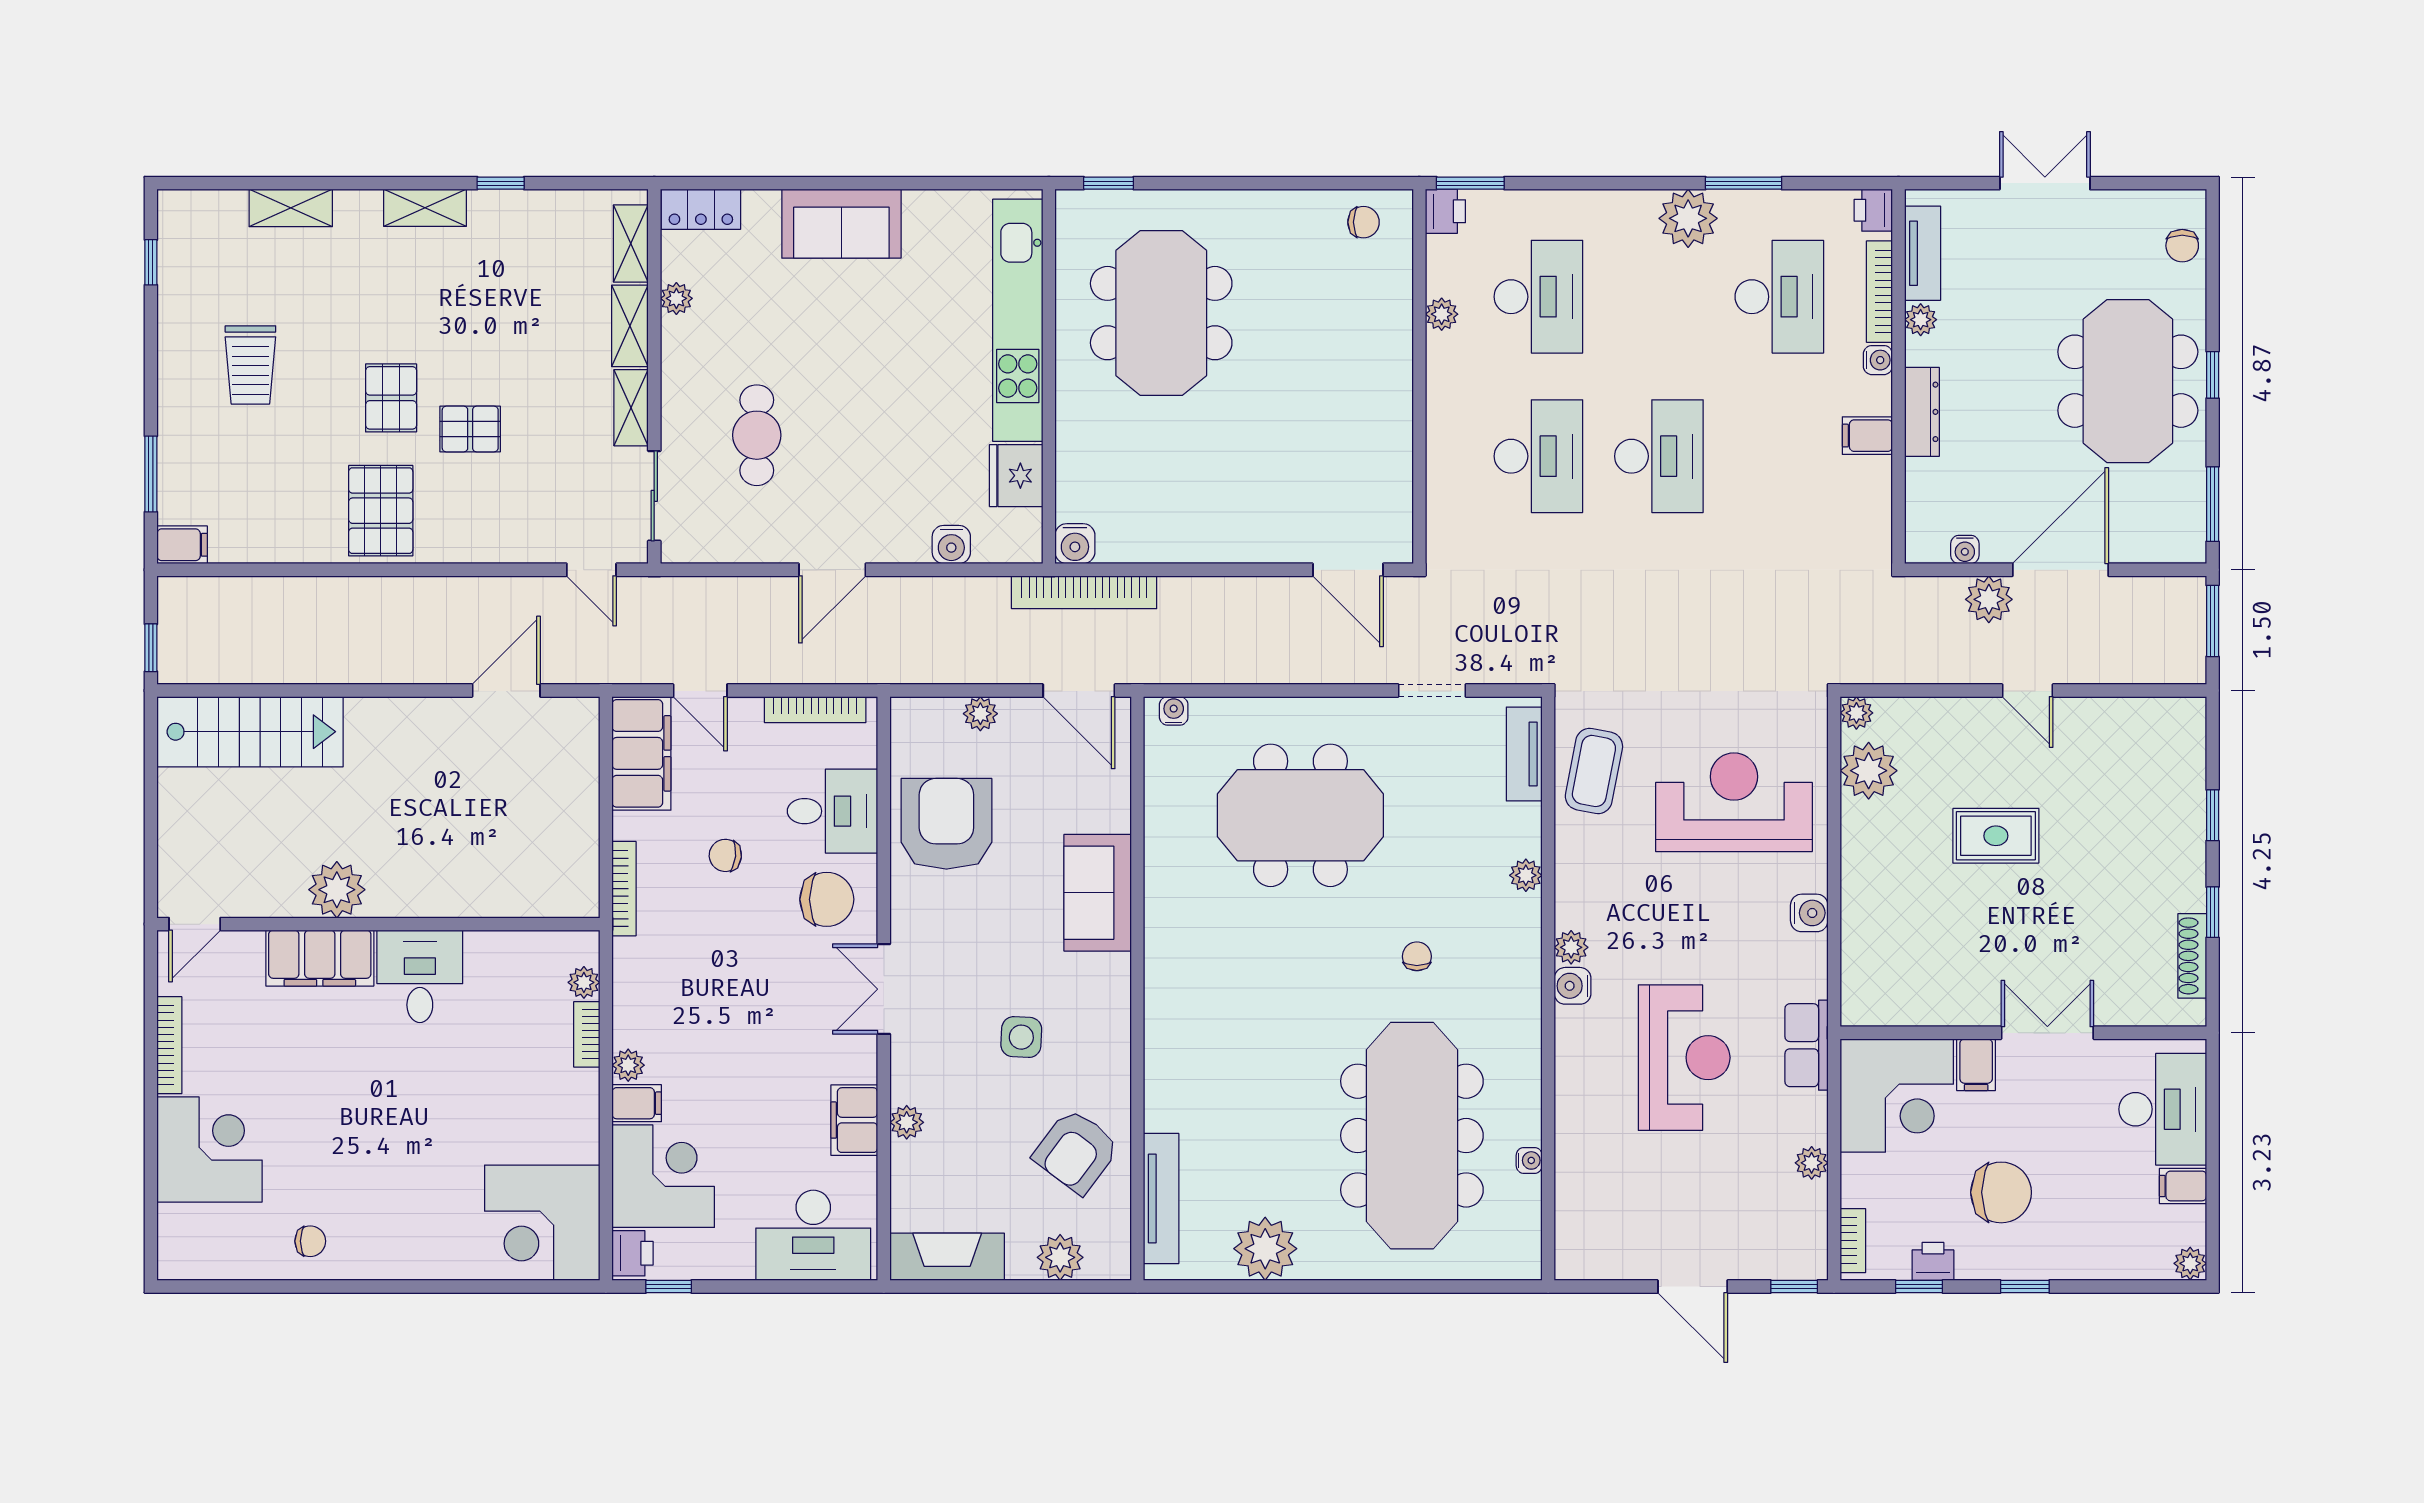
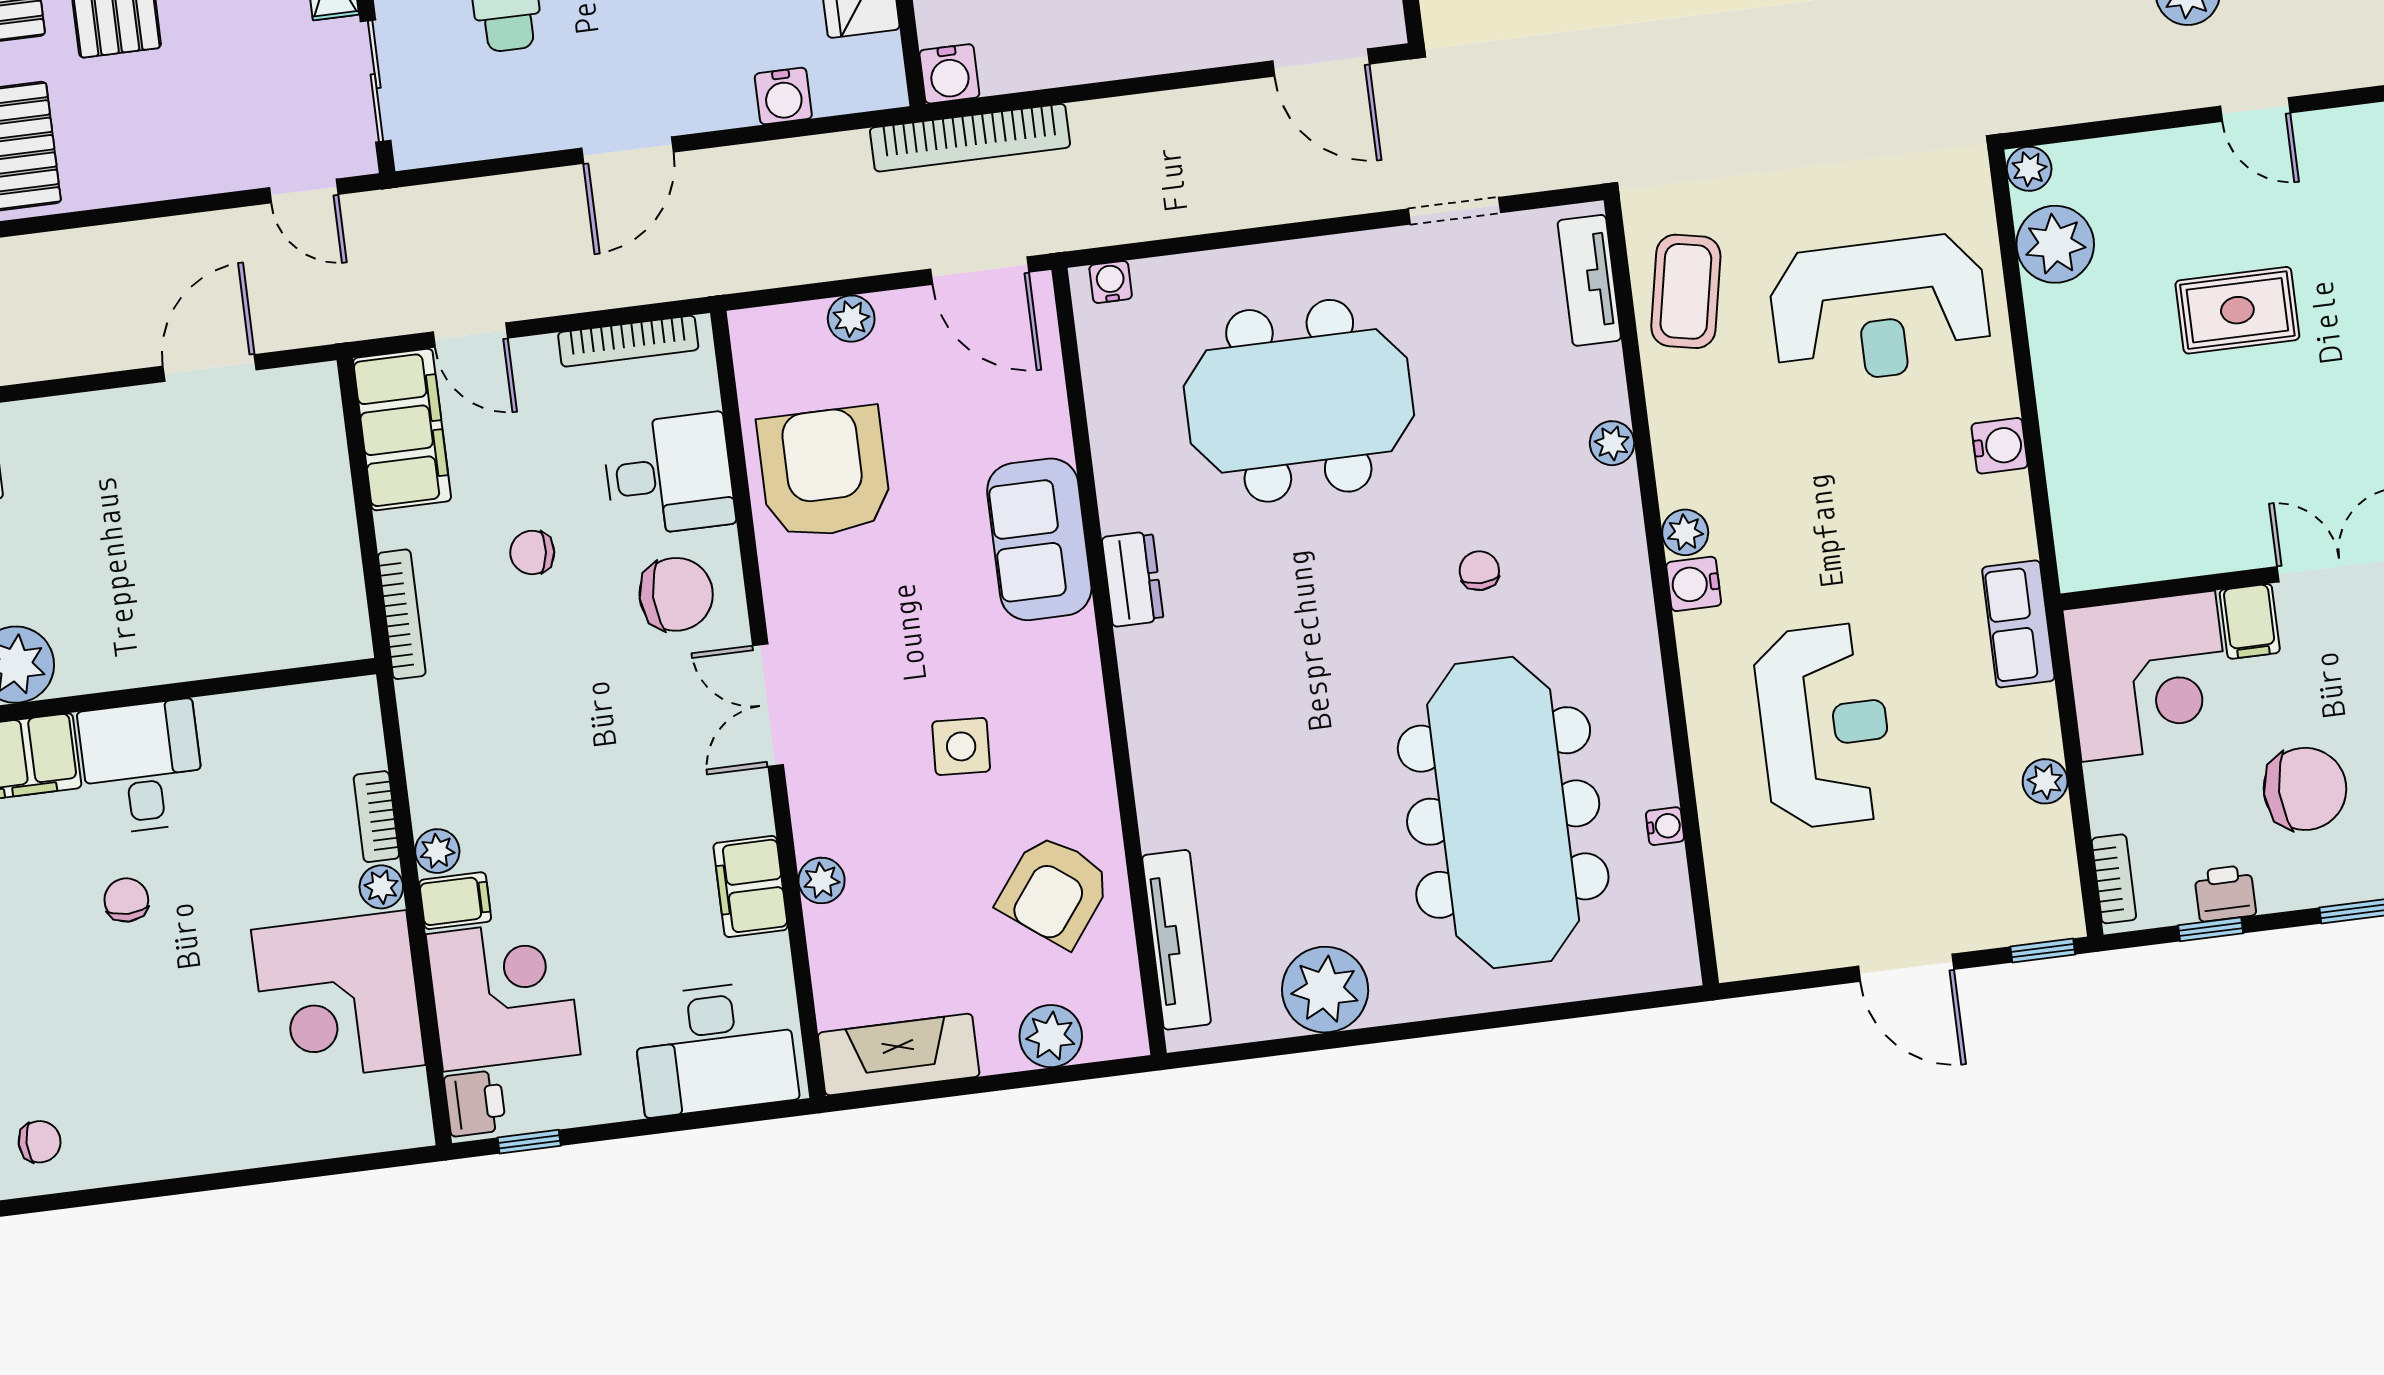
reception desk: (1734, 802) -> (1879, 310), turned 180
dresser: (1162, 930) -> (1133, 579), added
plant: (584, 982) -> (381, 887), moved
reception desk: (1684, 1058) -> (1824, 726), moved
chair: (396, 1072) -> (126, 900), added
corner desk: (542, 1223) -> (338, 997), moved

